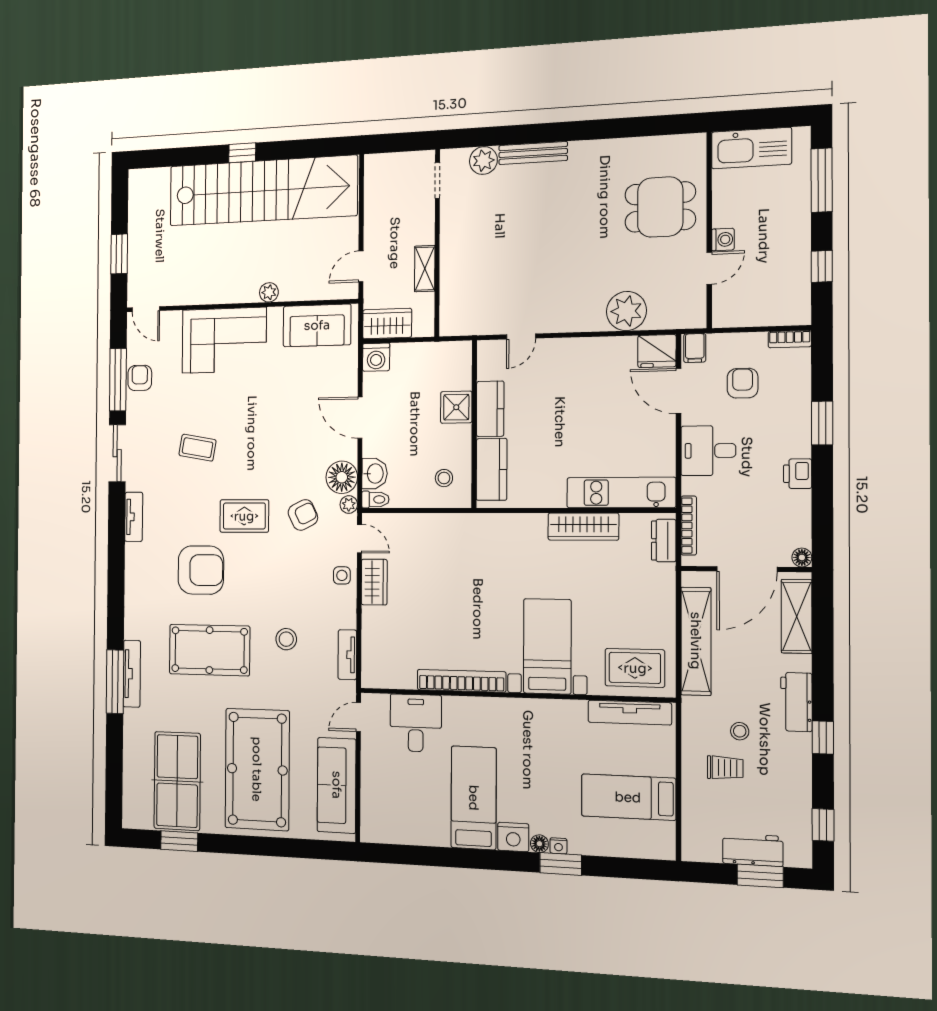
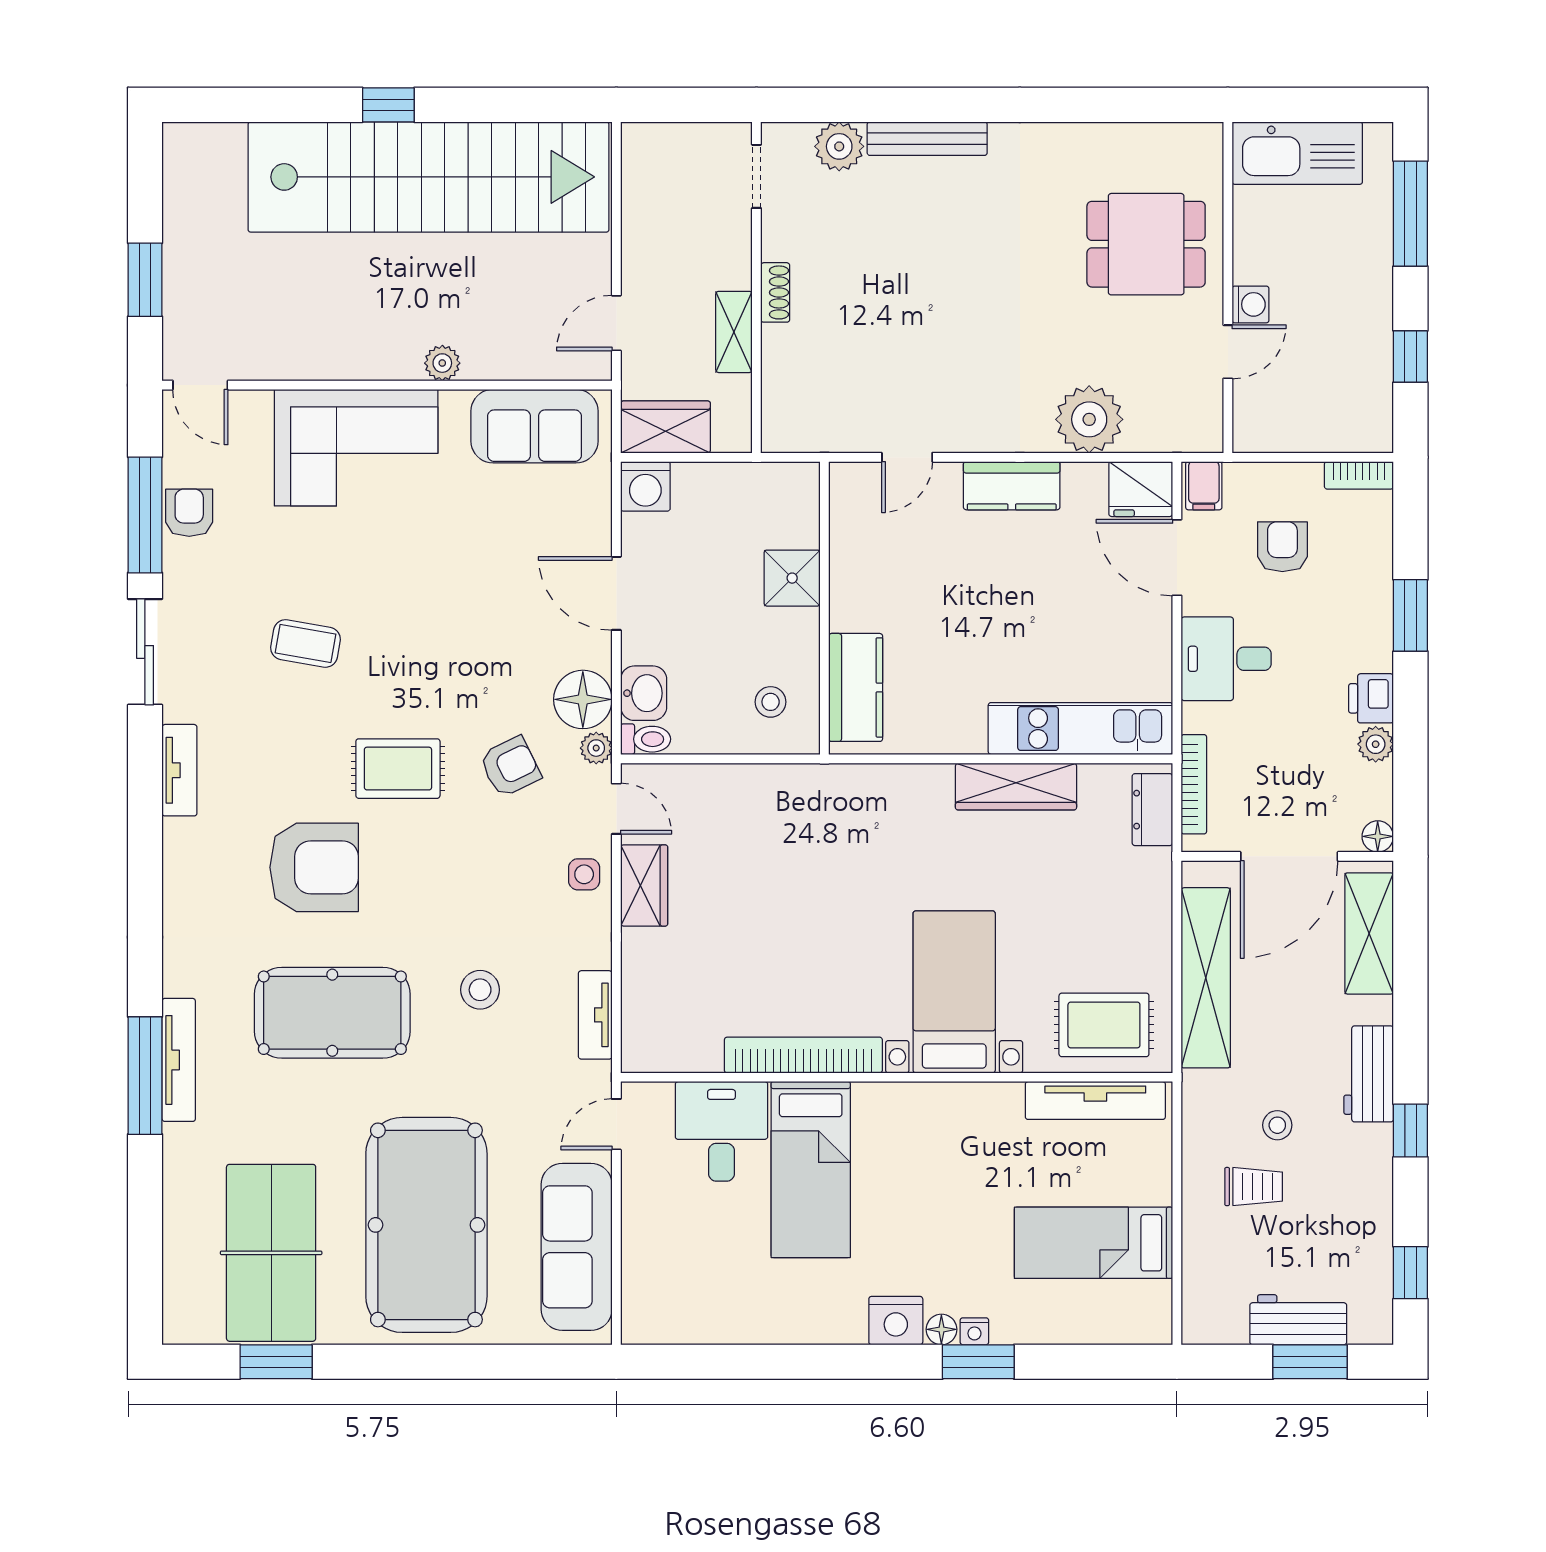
shoe rack: (448, 245) -> (775, 292), added
kitchen counter: (490, 409) -> (1012, 486), moved, turned 90
plant: (800, 501) -> (1376, 744), added
bed: (474, 798) -> (811, 1169), moved, turned 180

